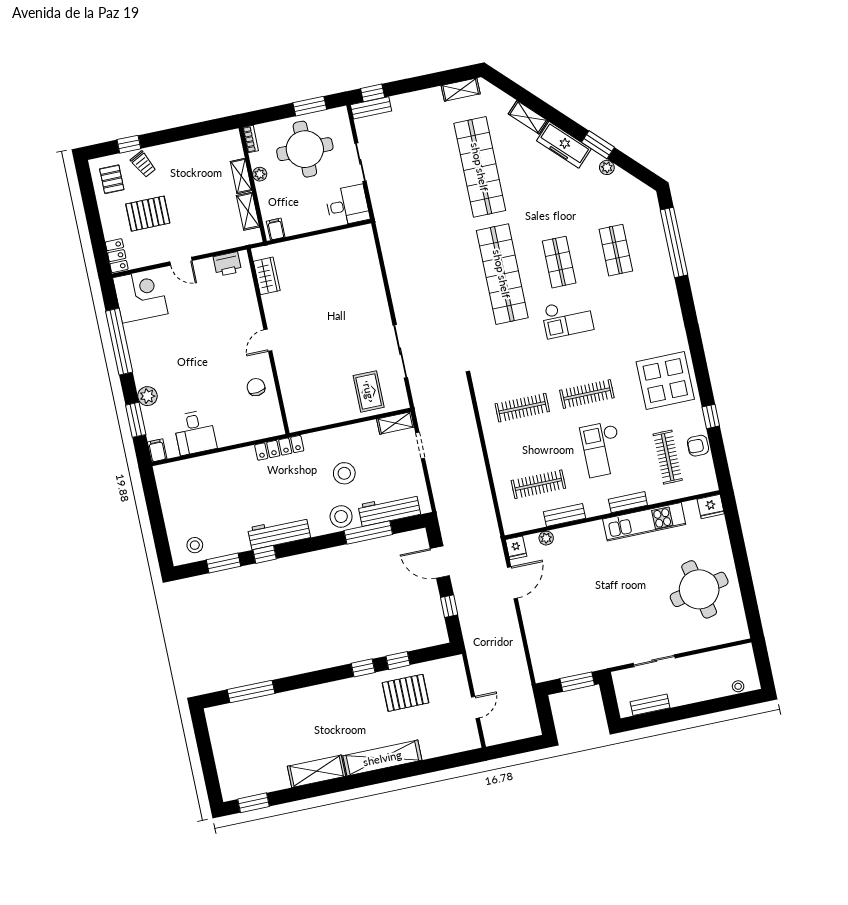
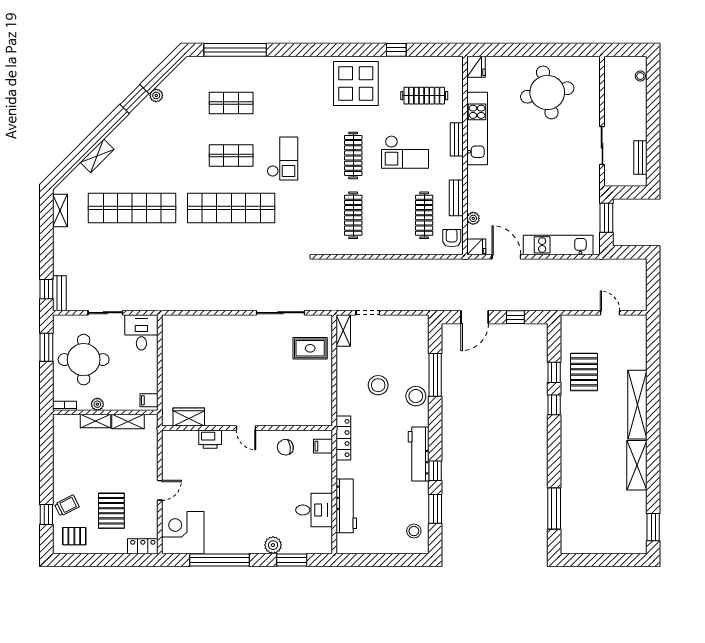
freezer: (564, 145) -> (128, 129), removed
printer: (227, 264) -> (210, 439), moved, turned 90
armchair: (698, 446) -> (452, 238), moved, turned 180
filing cabinet: (157, 450) -> (323, 446), moved
workbench: (389, 510) -> (346, 506), moved, turned 180
kitchen unit: (537, 636) -> (558, 245), added

